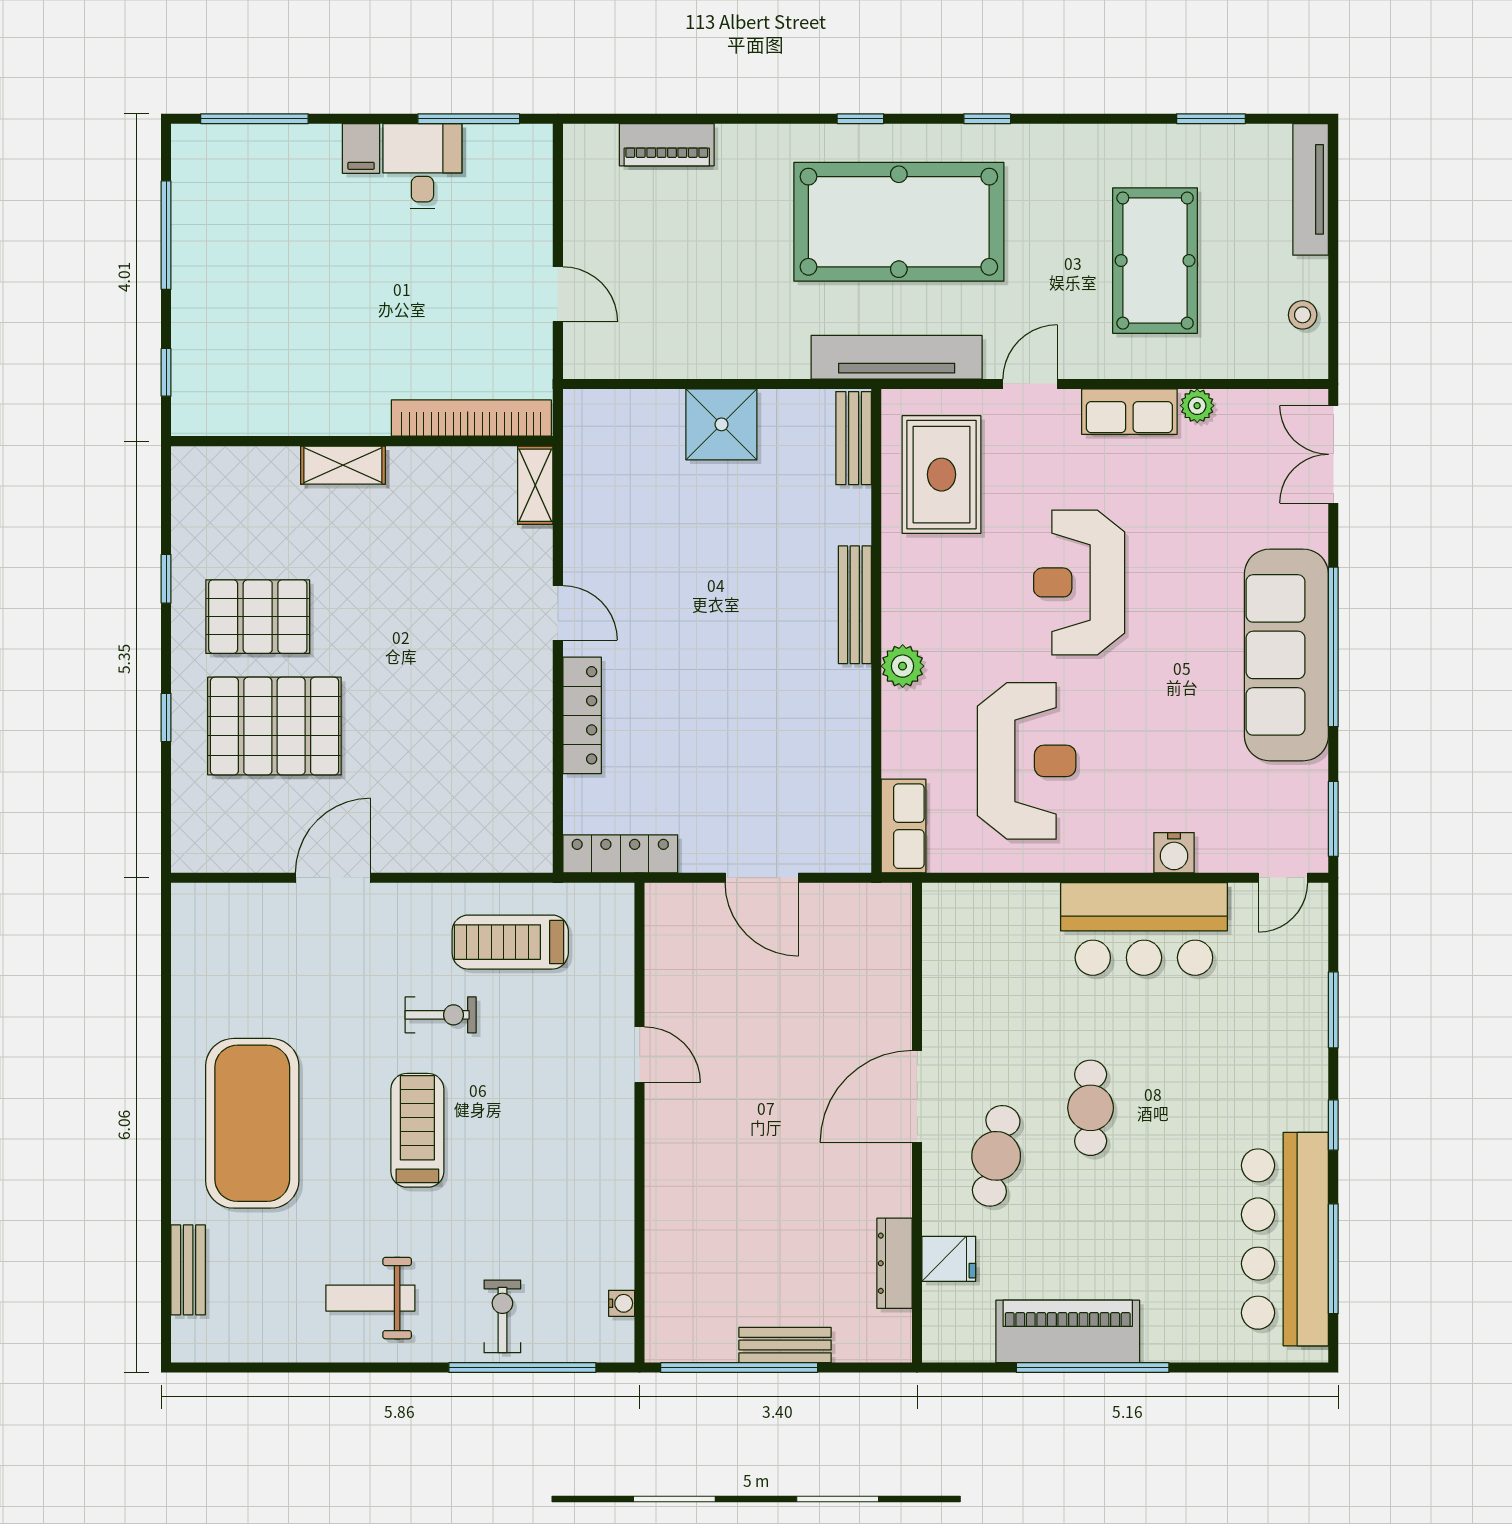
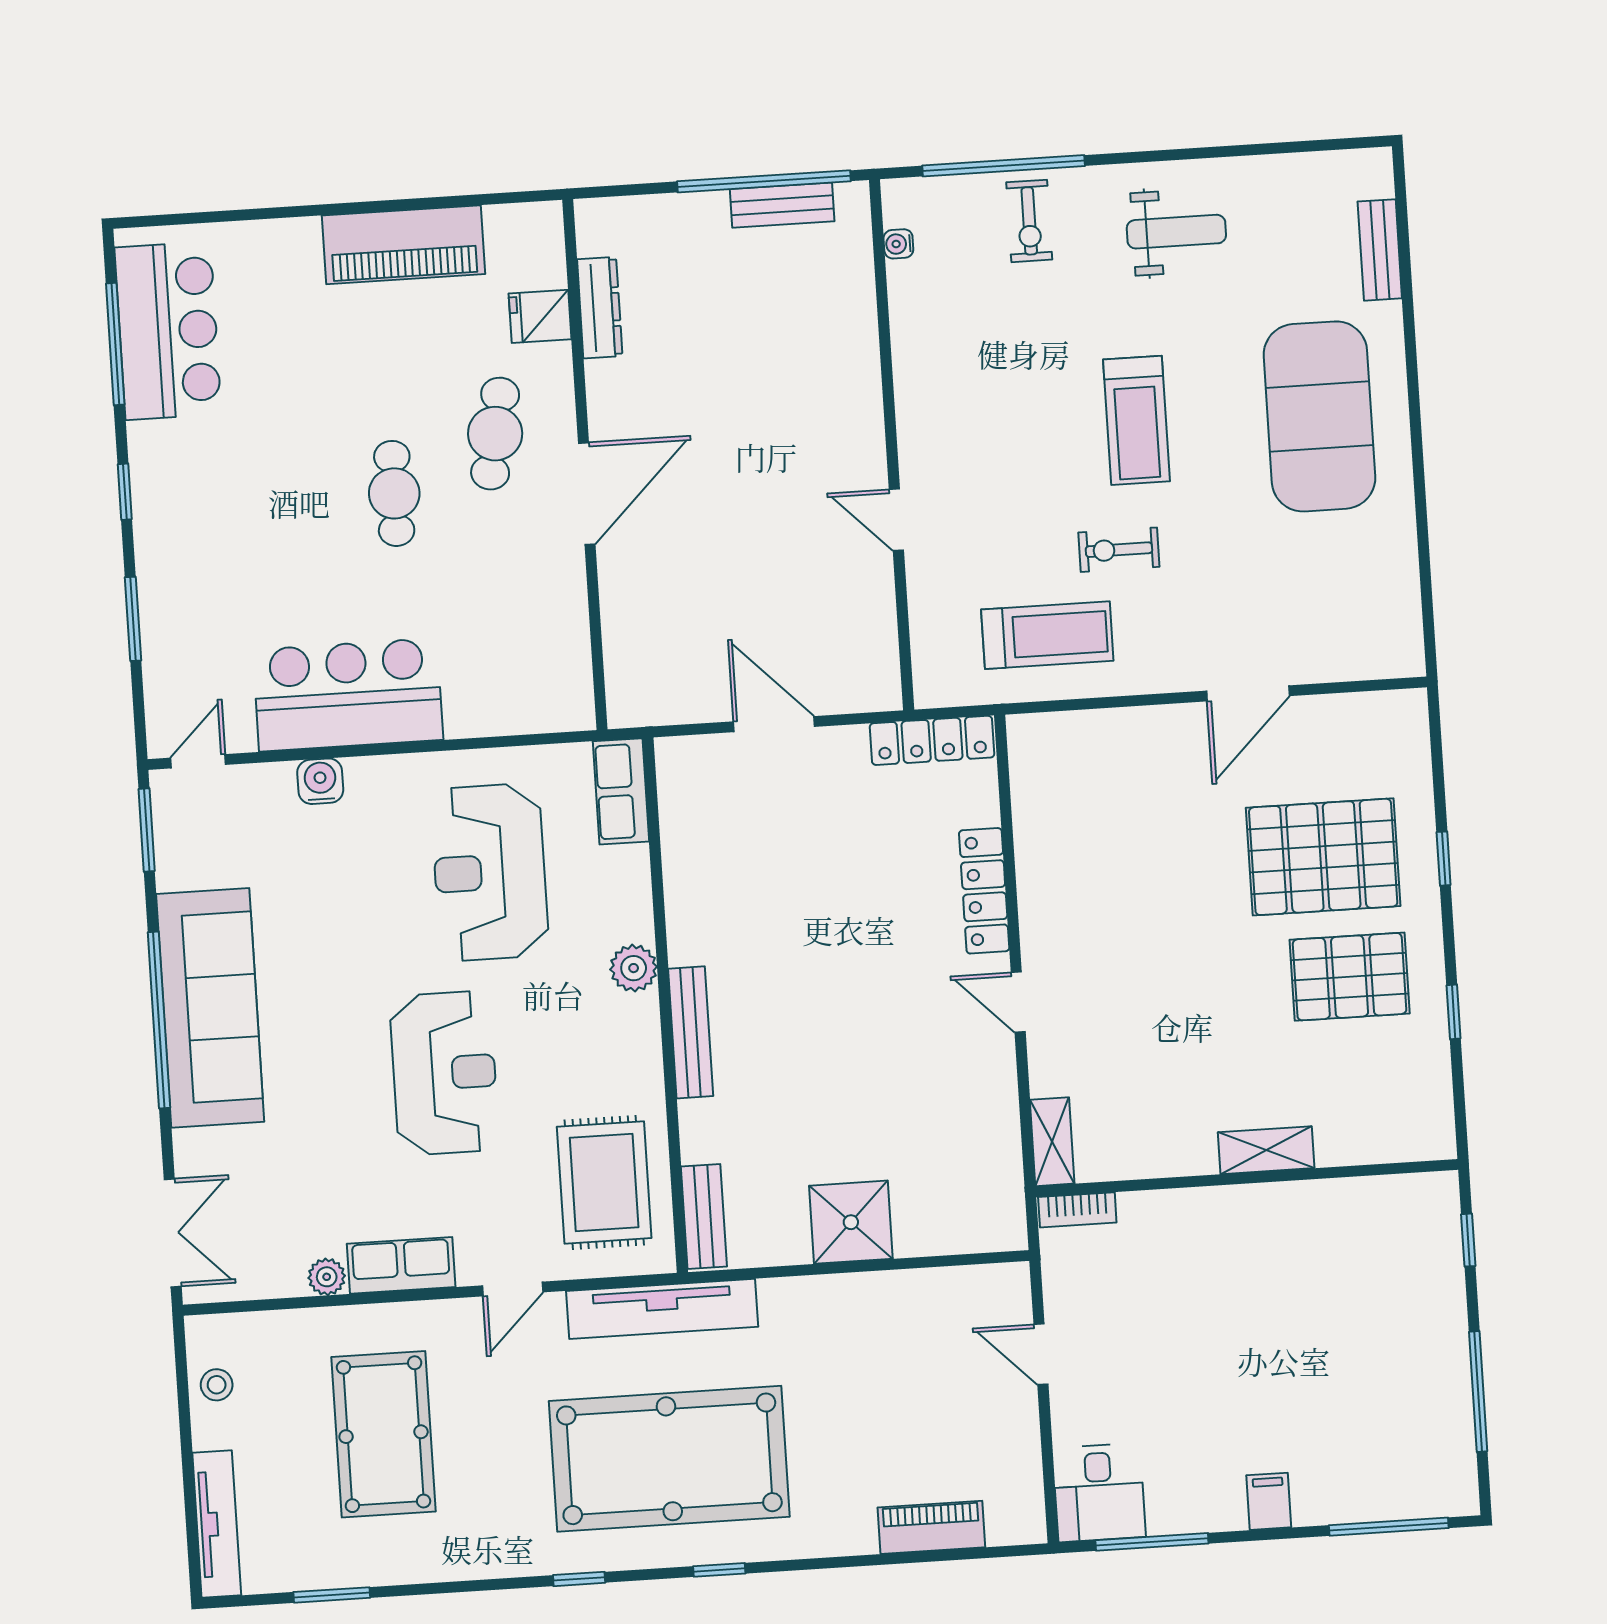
desk: (422, 166) -> (1099, 1493), moved
bookcase: (471, 418) -> (1077, 1210), width x0.43, depth x0.76
bar counter: (1285, 1239) -> (168, 331), width x0.73
bench: (785, 1345) -> (782, 205), moved
window: (1093, 1368) -> (373, 207), removed

